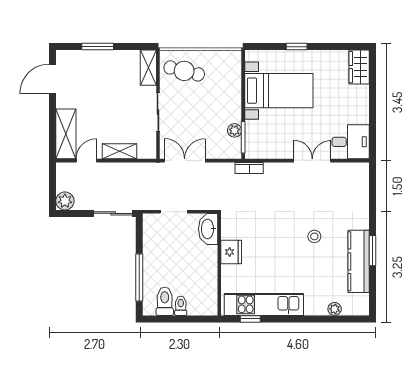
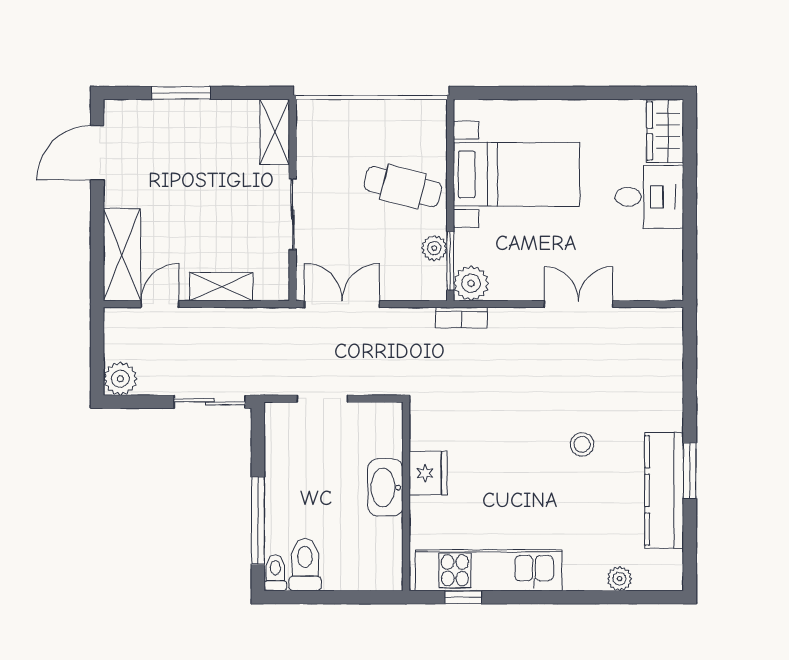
window: (297, 47) -> (549, 93), removed
cafe table: (184, 71) -> (403, 187), moved
desk: (351, 142) -> (649, 197), moved
plant: (254, 149) -> (471, 283), added
washbasin: (208, 229) -> (385, 488), moved
toilet: (181, 306) -> (275, 573), moved

